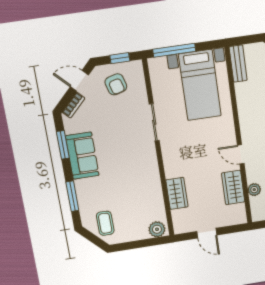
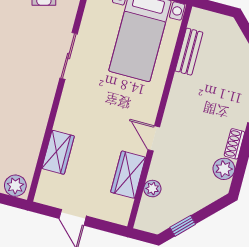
bench: (238, 64) -> (189, 52), moved

